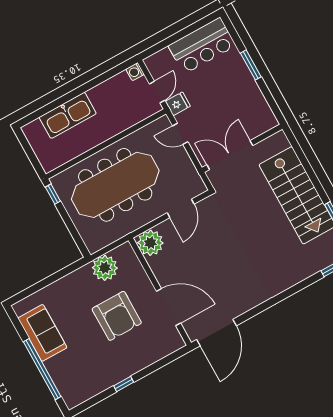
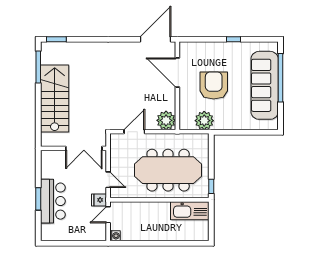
bar counter: (202, 46) -> (53, 201), moved, turned 90
kitchen sink: (68, 115) -> (190, 211), moved, turned 180
sofa: (42, 333) -> (265, 85), width x1.85, depth x1.27

